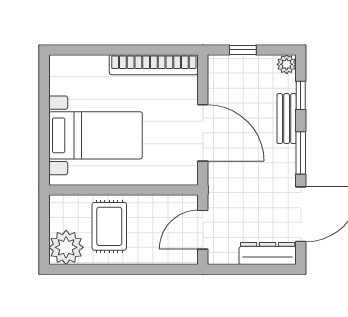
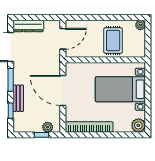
plant: (287, 64) -> (48, 127), moved
plant: (62, 68) -> (138, 125), added
plant: (66, 247) -> (140, 25), width x0.53, depth x0.53

